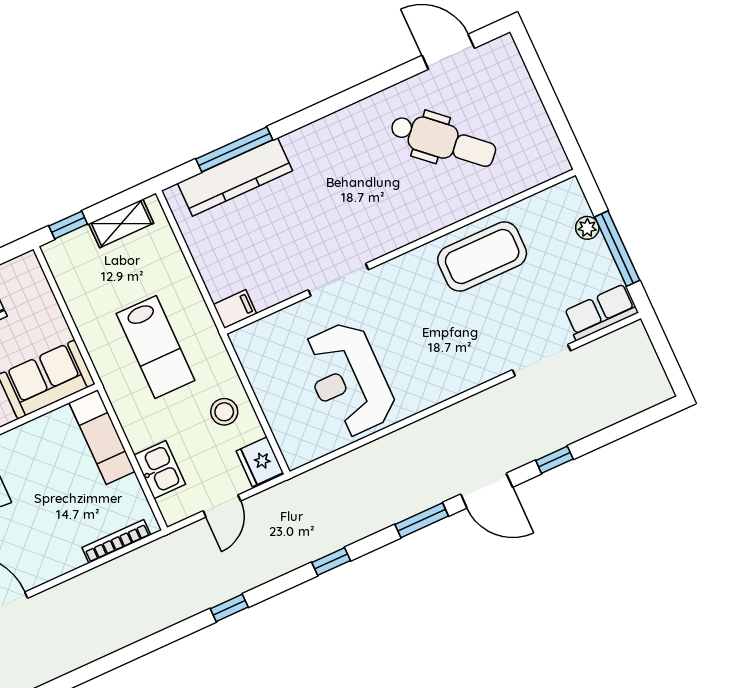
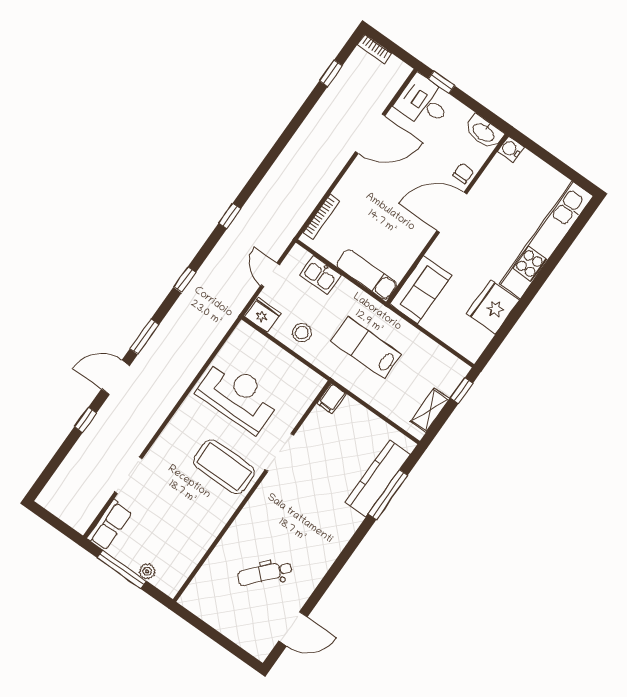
dental chair: (443, 141) -> (265, 573), width x0.73, depth x0.72
coffee table: (482, 256) -> (224, 467), moved, turned 90

